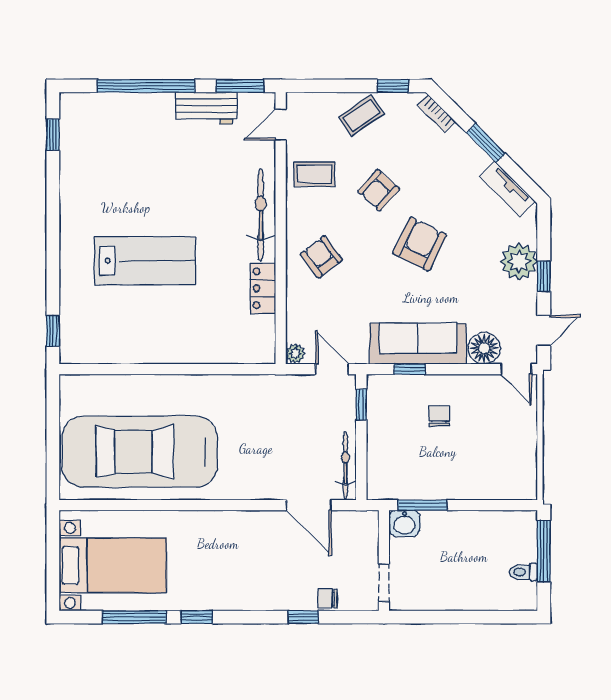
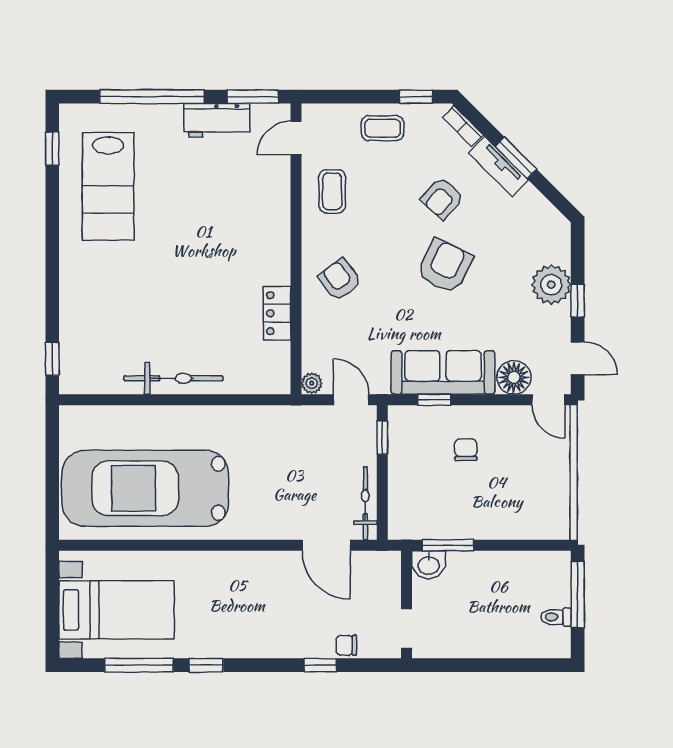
coffee table: (361, 115) -> (383, 128), turned 34
coffee table: (314, 174) -> (332, 191), turned 90
tv unit: (507, 189) -> (498, 167), moved
armchair: (379, 190) -> (442, 198), moved
bicycle: (261, 215) -> (173, 378), moved, turned 90
lab bench: (145, 261) -> (108, 186), moved, turned 90
door: (544, 330) -> (578, 358), hinge flipped

